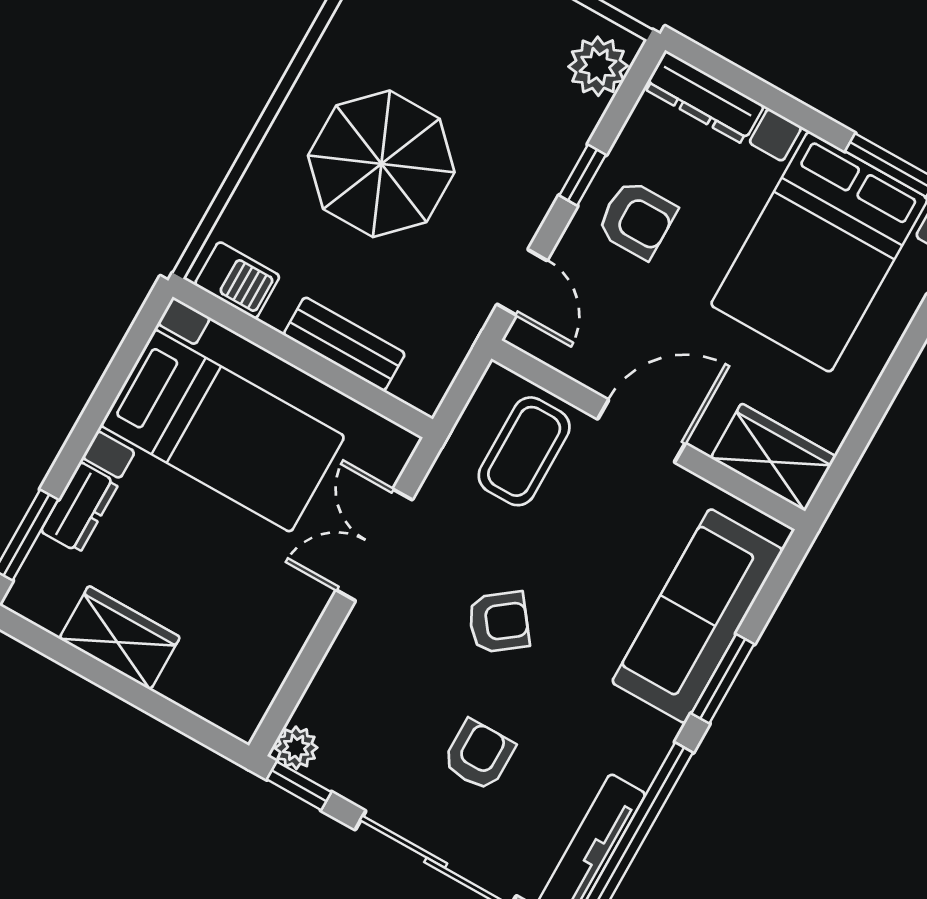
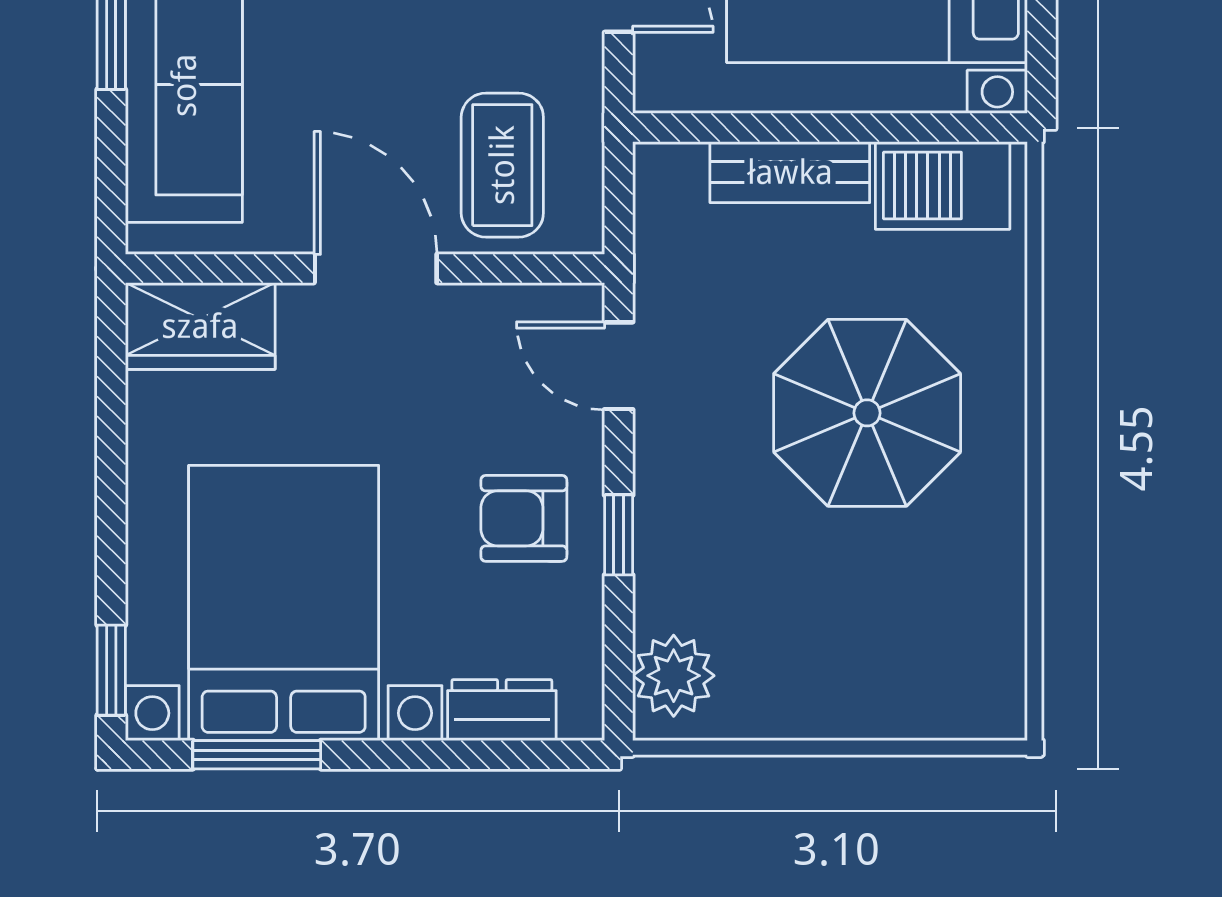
dresser: (704, 97) -> (502, 710), width x0.70
barbecue: (237, 280) -> (943, 185), width x1.38, depth x1.27
door: (641, 431) -> (376, 268), swing flipped

